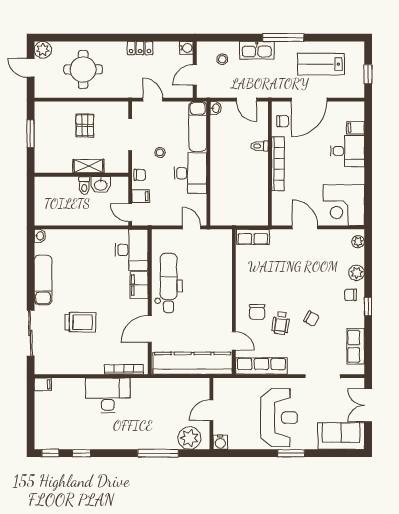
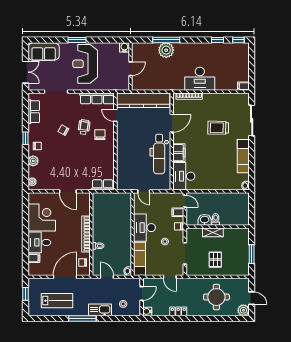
corner desk: (344, 205) -> (42, 217), moved
plant: (189, 438) -> (166, 50), moved

